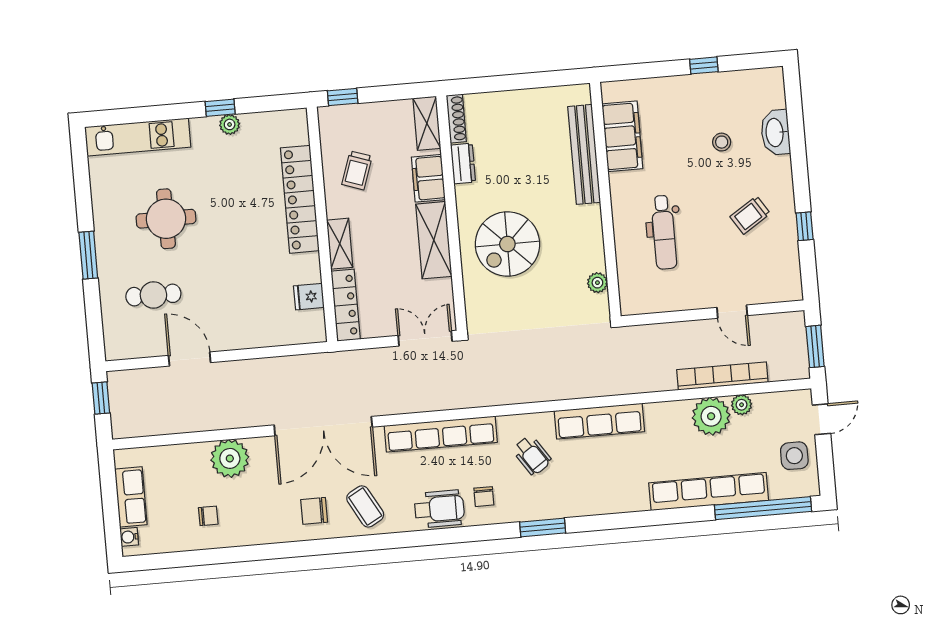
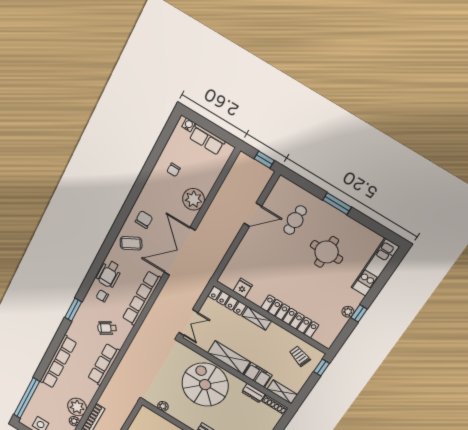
trolley: (357, 170) -> (300, 356), moved
spiral stairs: (507, 244) -> (205, 385), width x1.37, depth x1.37
row of seats: (709, 492) -> (58, 362), moved

